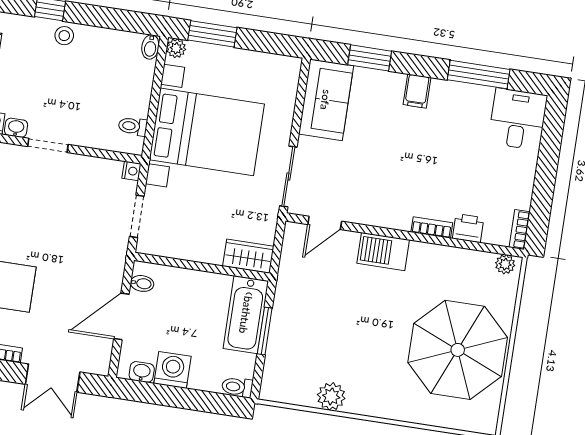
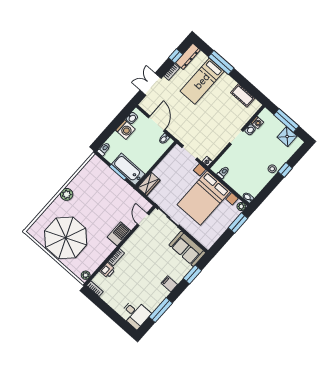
plant: (331, 396) -> (67, 194), moved

